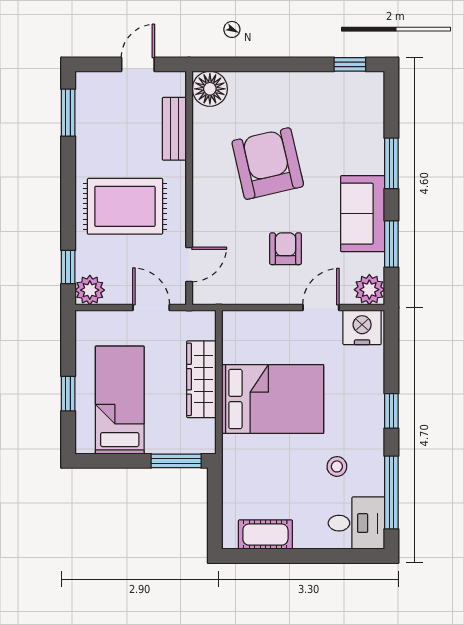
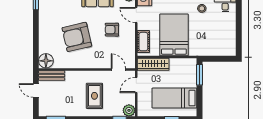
bench: (174, 129) -> (52, 75), moved
rug: (125, 206) -> (94, 96), width x0.73, depth x0.70
wardrobe: (201, 379) -> (153, 64), moved
cot: (265, 535) -> (143, 42), moved

